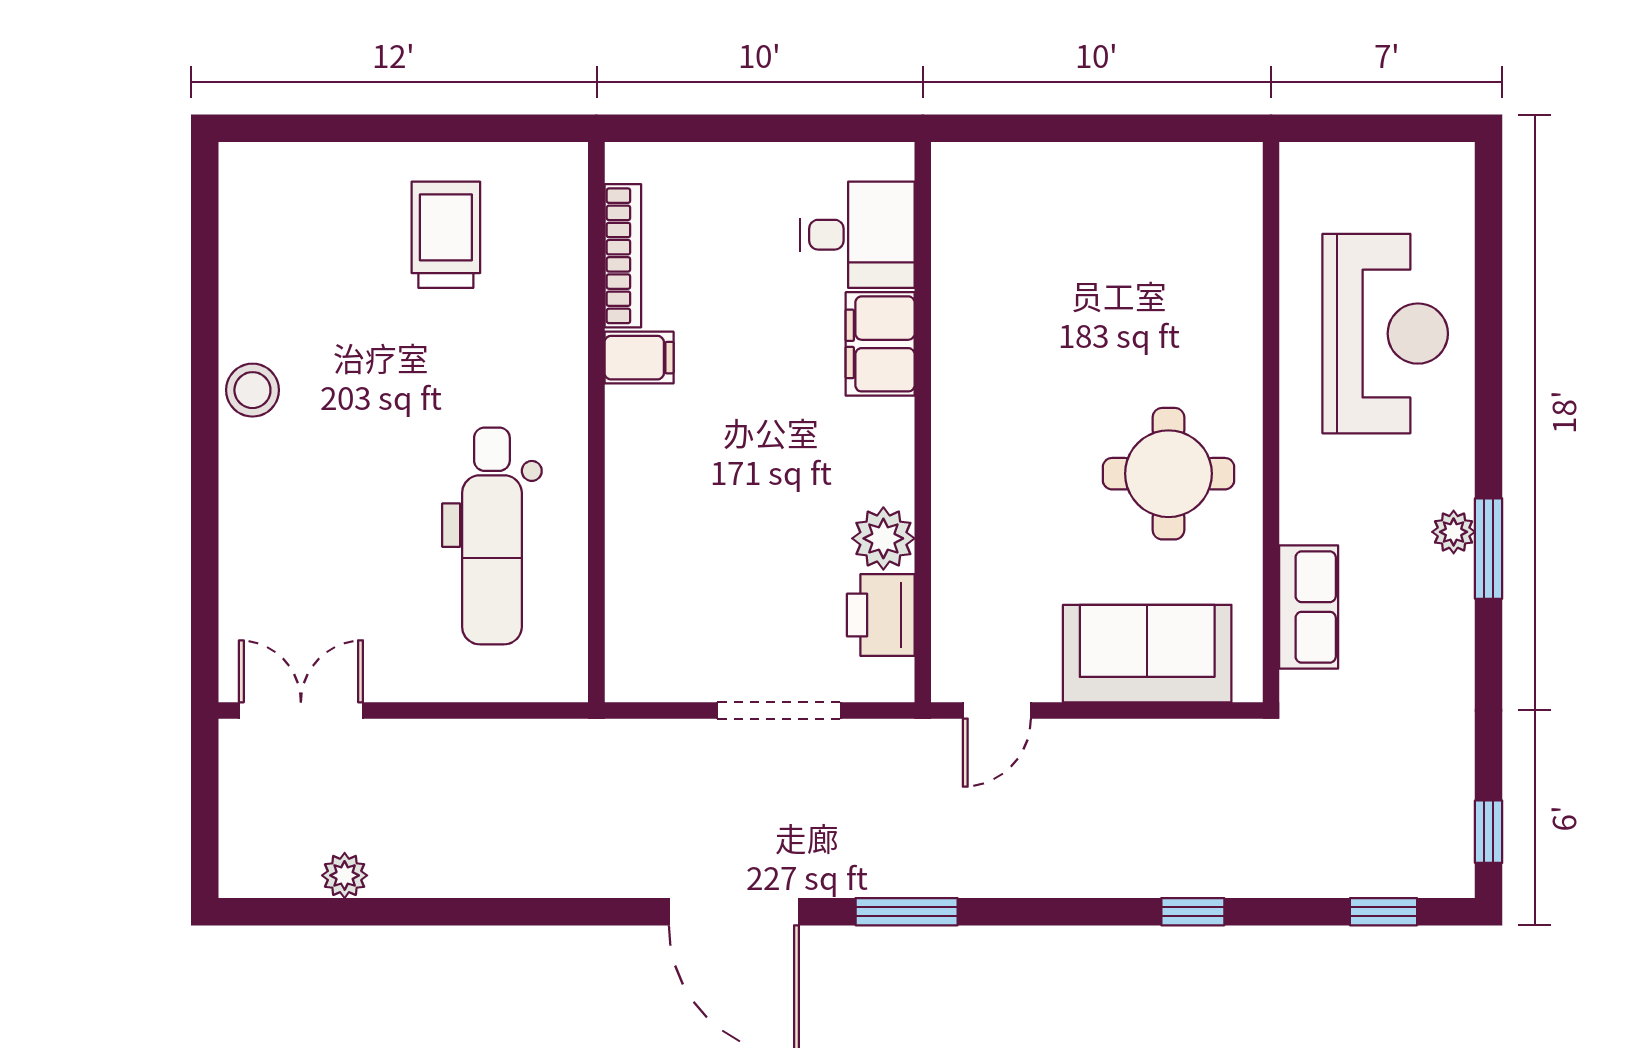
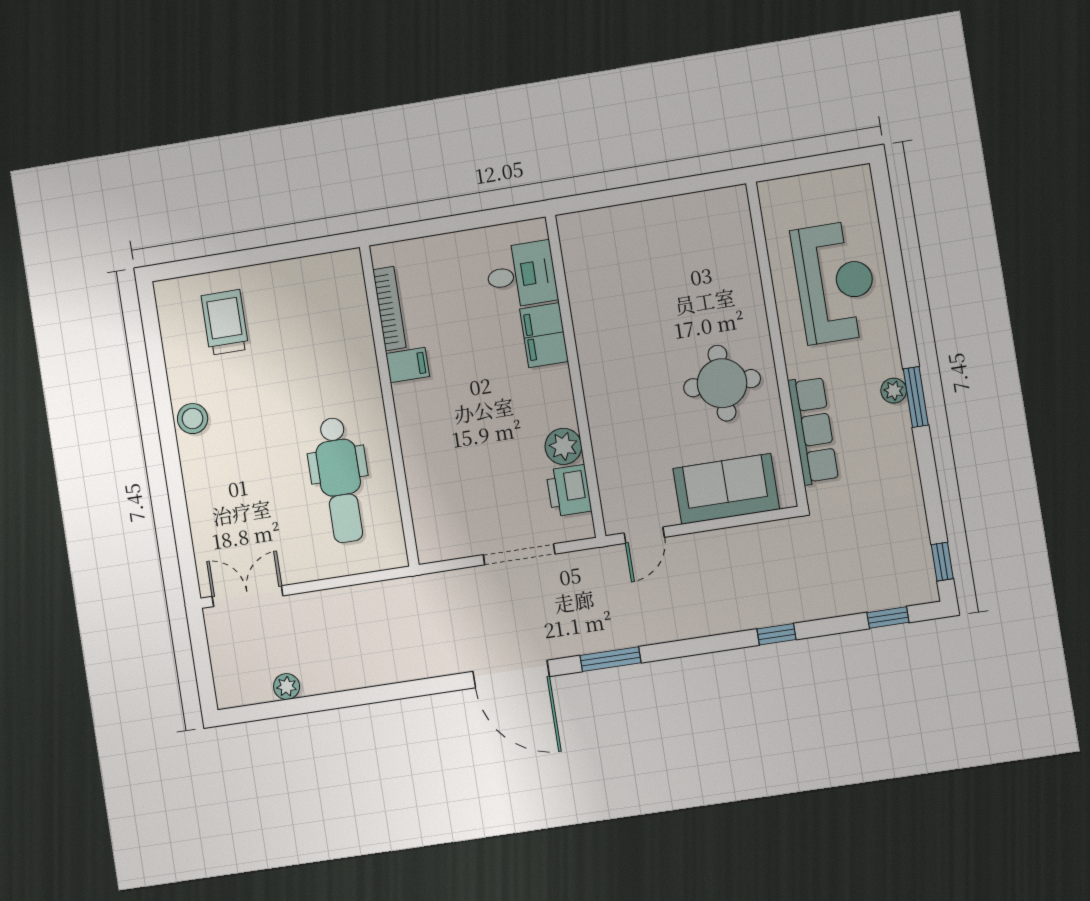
trolley: (446, 235) -> (225, 322), moved
row of seats: (1309, 607) -> (813, 430), width x1.48

